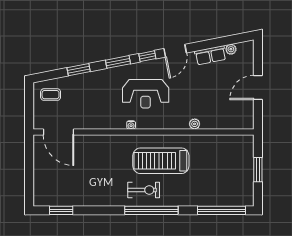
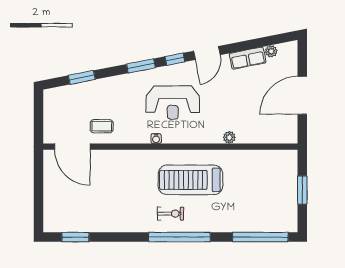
window: (79, 70) -> (82, 77), moved
door: (258, 87) -> (302, 95), width x1.36
coffee table: (51, 95) -> (102, 126), moved
exercise bike: (144, 190) -> (171, 214), width x0.73, depth x0.72

